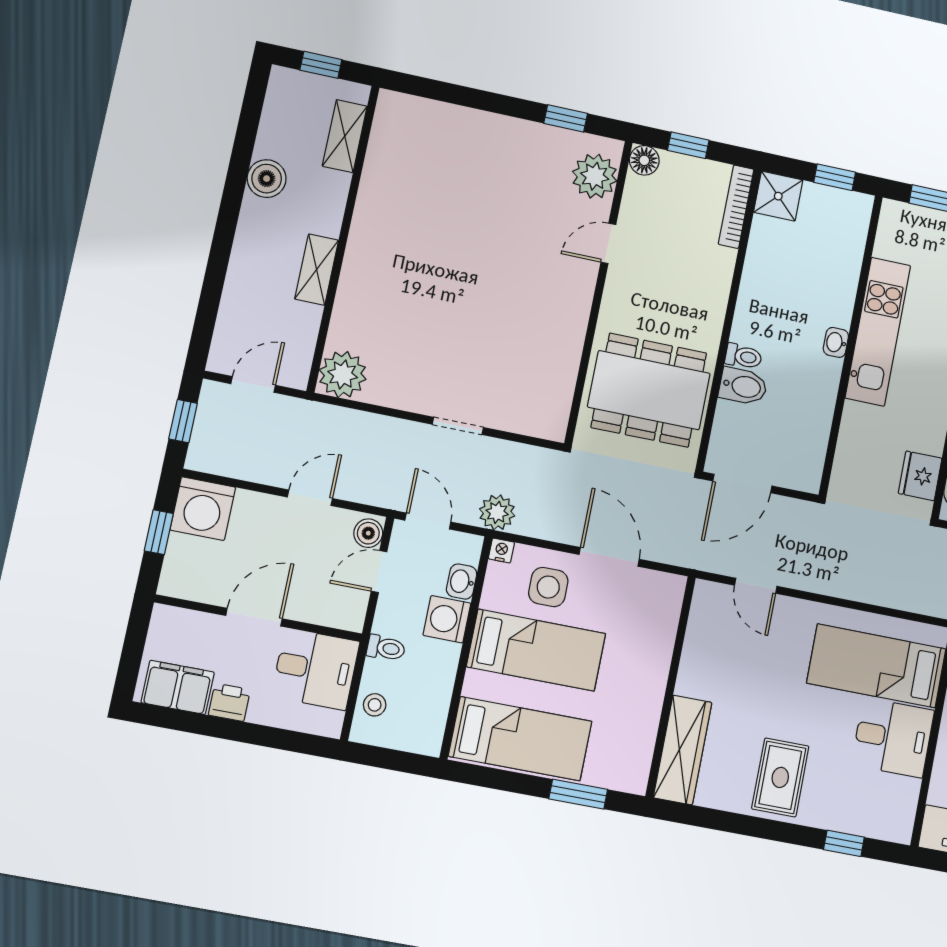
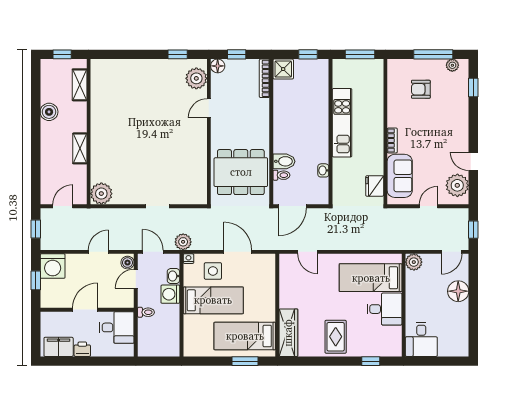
washbasin: (836, 342) -> (323, 170), moved
toilet: (743, 356) -> (281, 175), moved
stool: (375, 705) -> (146, 338), removed
bed: (520, 739) -> (245, 336), moved, turned 180

